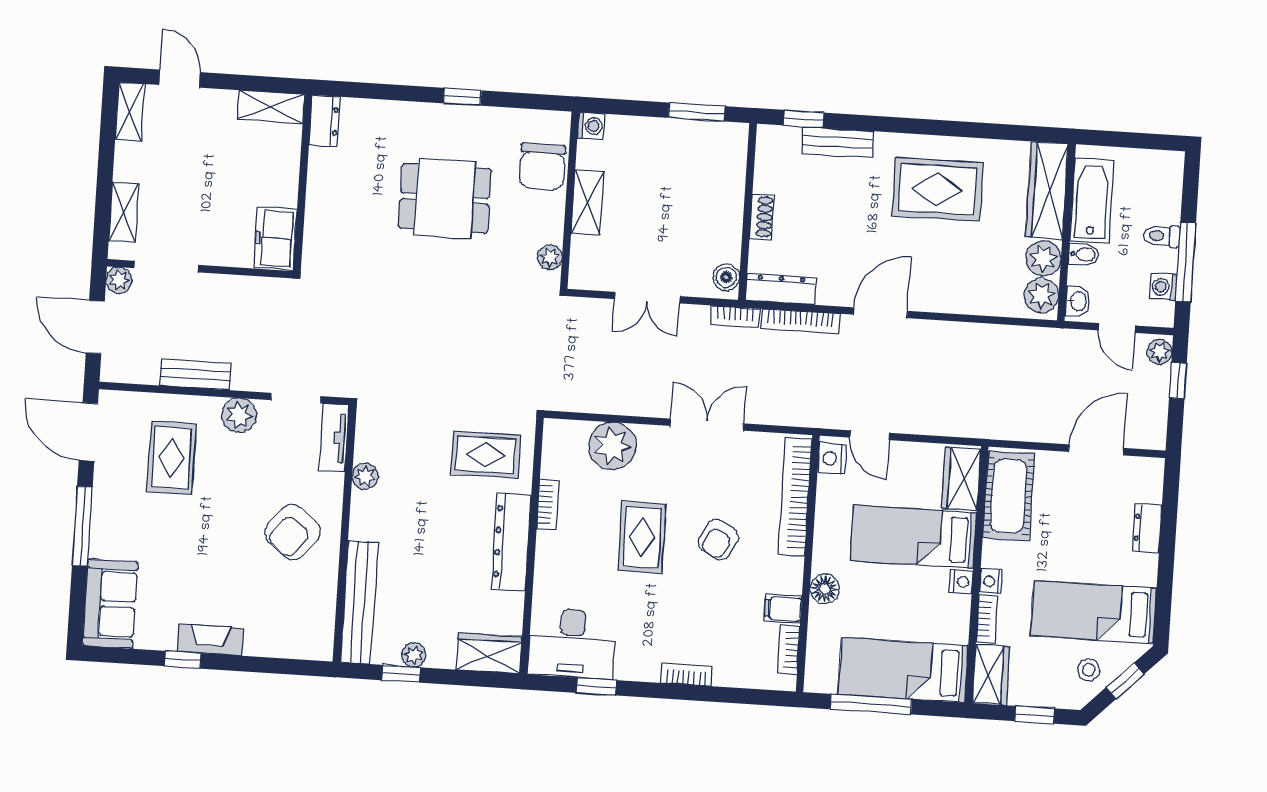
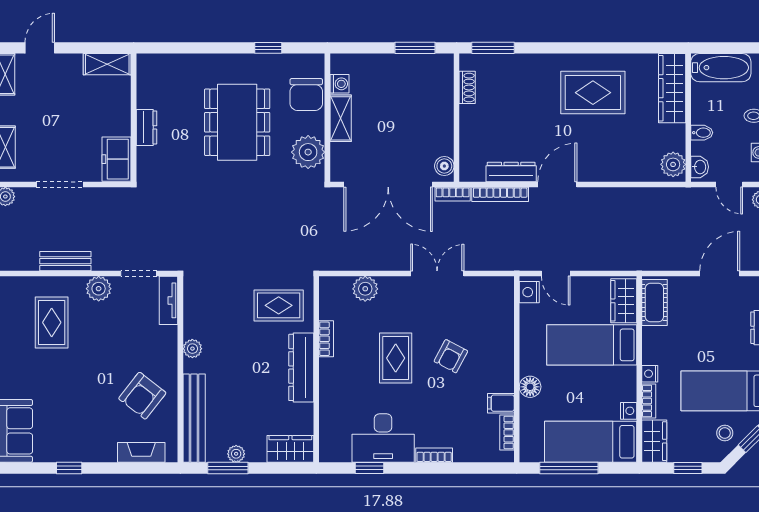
door: (180, 79) -> (40, 48), hinge flipped
window: (462, 97) -> (268, 48), moved
window: (804, 119) -> (493, 48), width x1.50
dresser: (324, 121) -> (146, 127), moved
washing machine: (591, 126) -> (339, 84), moved
bench: (838, 142) -> (519, 63), removed
dining table: (445, 199) -> (237, 122), width x1.38
bathtub: (1092, 201) -> (721, 68), moved, turned 90
shoe rack: (762, 217) -> (467, 87), moved
plant: (550, 257) -> (308, 152), width x1.88, depth x1.88
plant: (1043, 258) -> (673, 137), removed
doorway: (166, 267) -> (60, 184), moved
dresser: (781, 289) -> (511, 172), moved
double door: (647, 298) -> (388, 184), width x1.87
plant: (612, 446) -> (365, 289), width x0.73, depth x0.73
plant: (365, 476) -> (192, 349), moved
cot: (1009, 496) -> (654, 303), width x0.73, depth x0.75
bookcase: (795, 497) -> (504, 321), removed
armchair: (293, 532) -> (142, 396), moved
nightstand: (961, 582) -> (629, 411), moved
fireplace: (210, 640) -> (141, 452), moved
desk: (572, 644) -> (383, 438), moved
window: (401, 674) -> (228, 468), width x1.50

